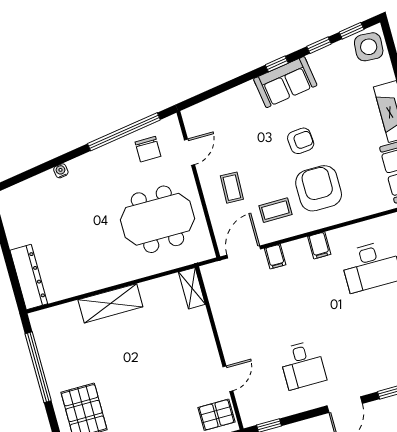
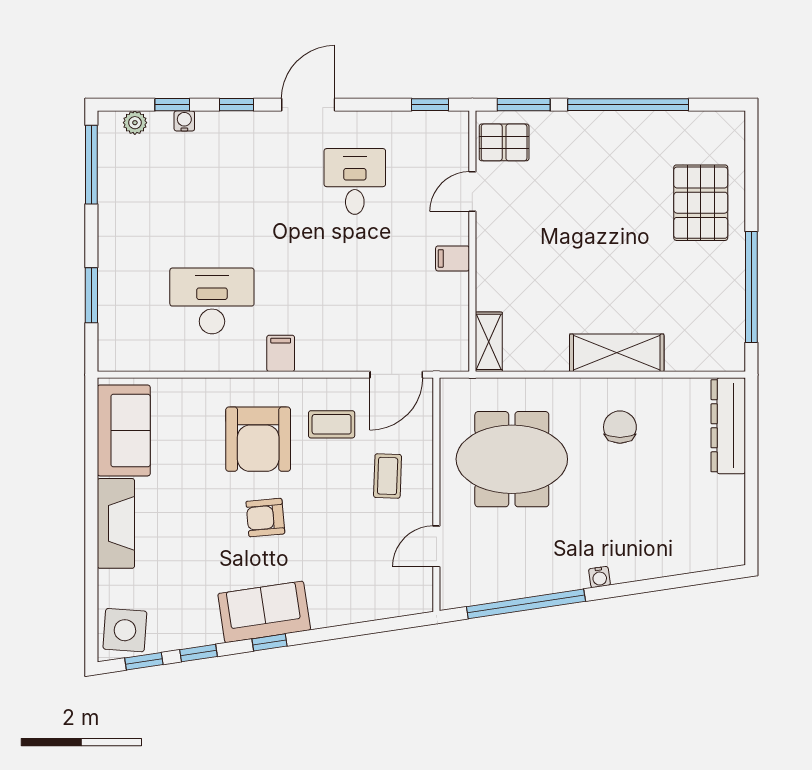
chair: (148, 149) -> (620, 427), moved
water cooler: (61, 171) -> (599, 577), moved
filing cabinet: (275, 257) -> (453, 258), moved, turned -90

